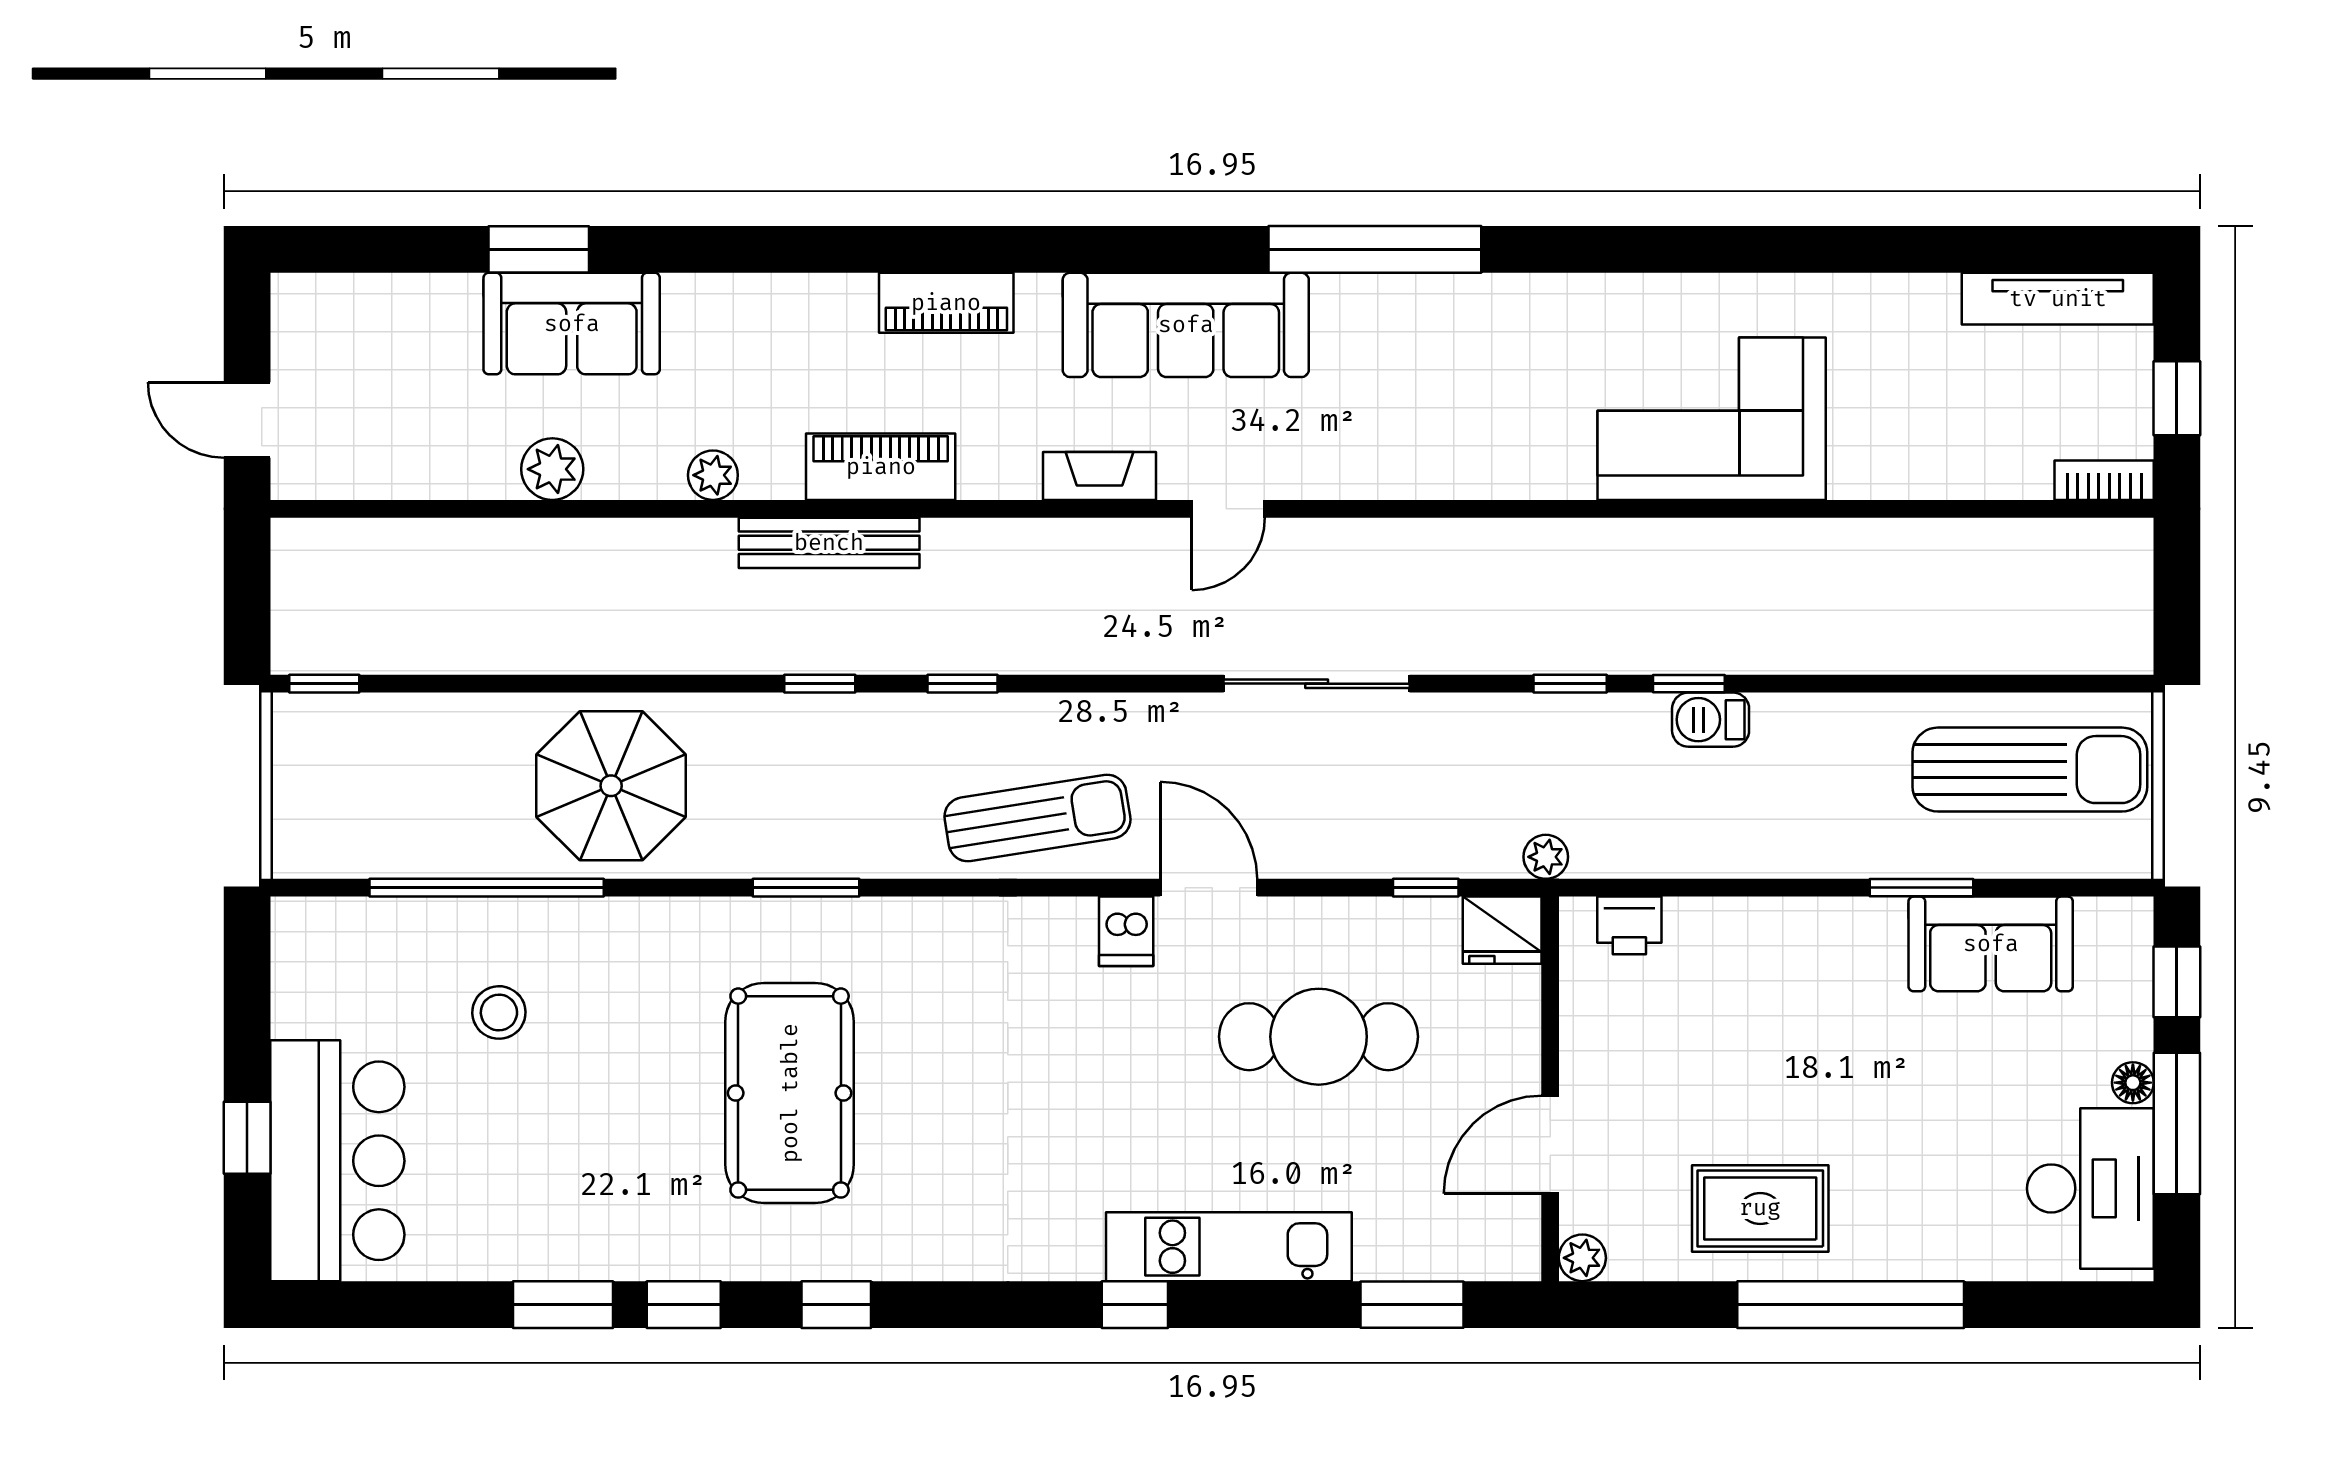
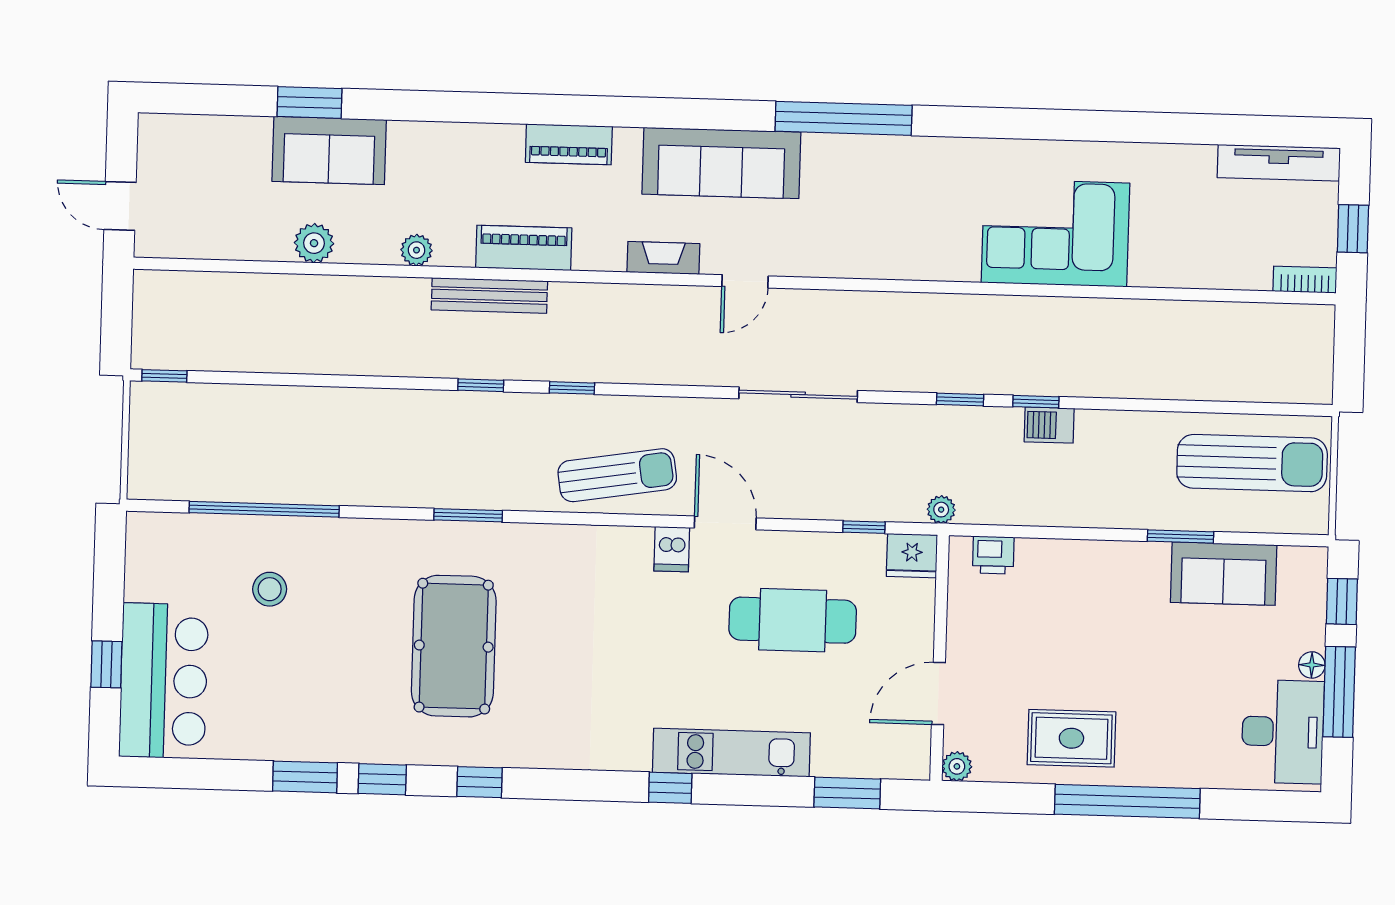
parasol: (611, 786) -> (346, 446), removed

